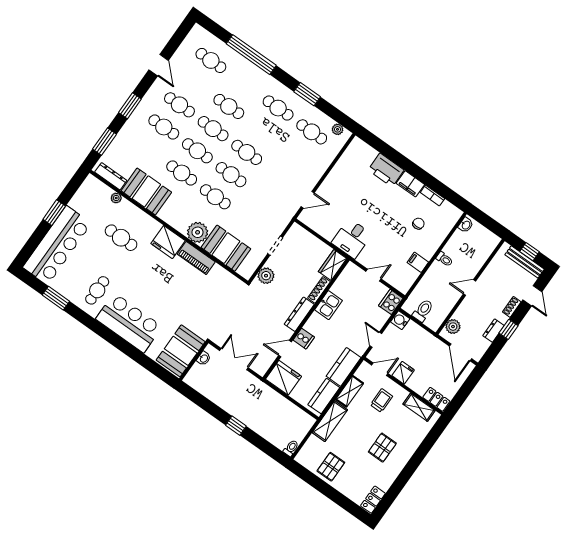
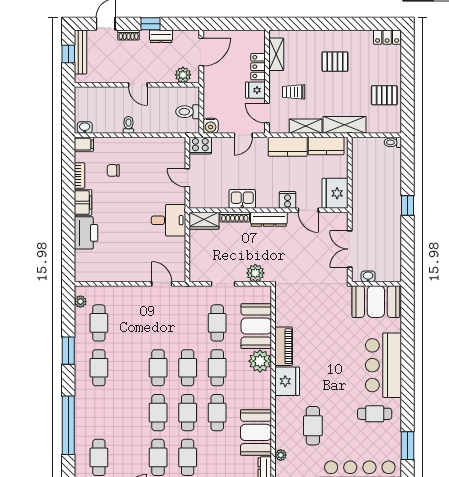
cafe table: (229, 106) -> (217, 323), moved
filing cabinet: (418, 262) -> (84, 144), moved, turned -90
locker: (436, 399) -> (258, 67), moved

